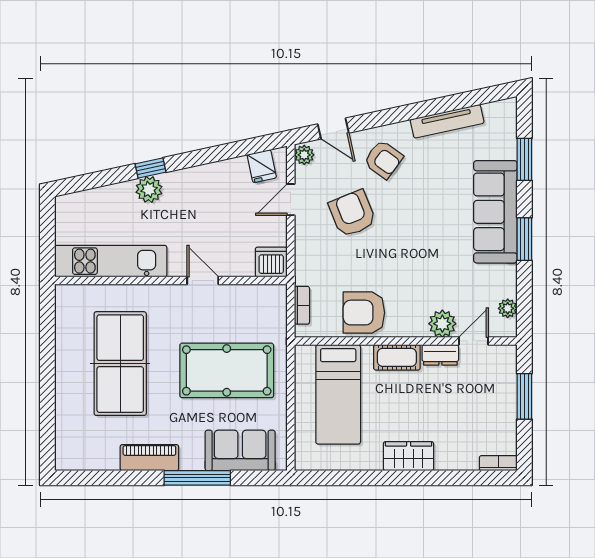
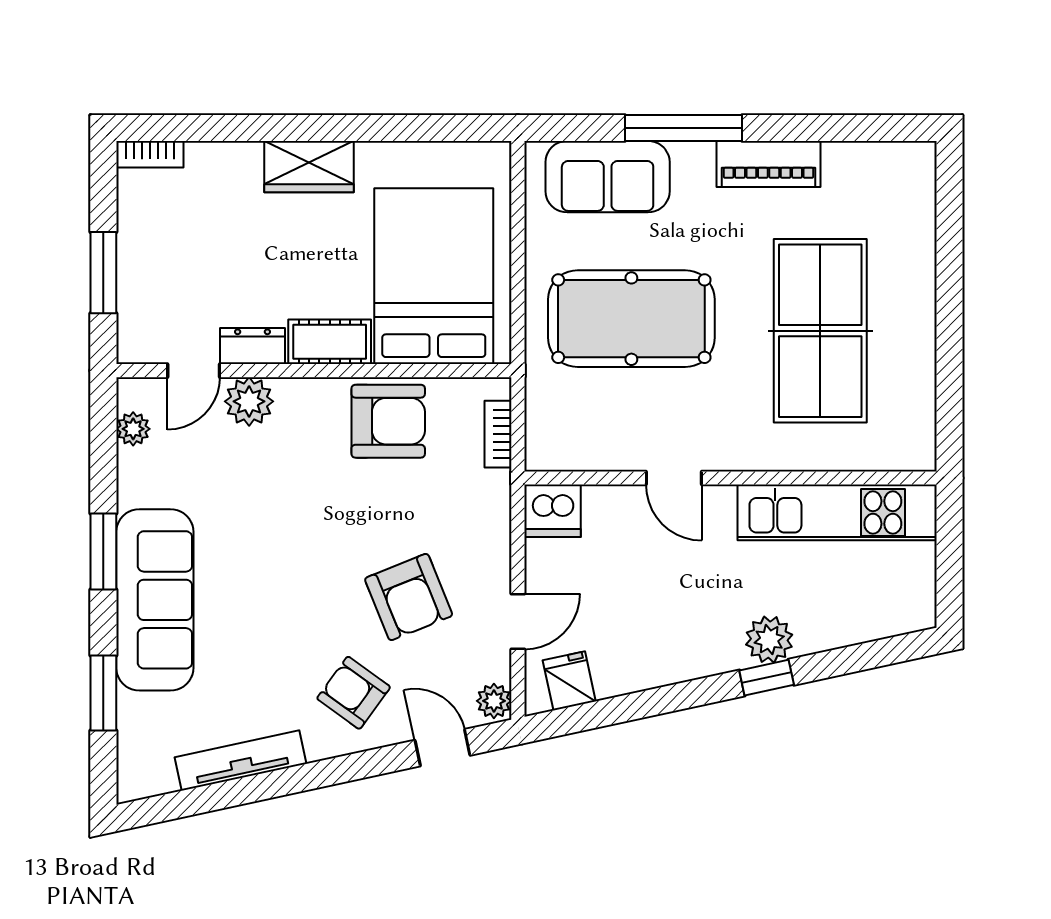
bed: (338, 394) -> (434, 276), width x1.50

